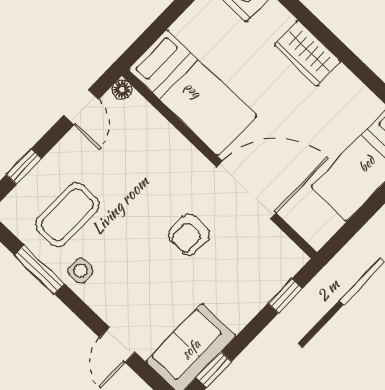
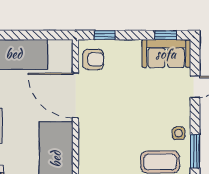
armchair: (189, 235) -> (93, 59), moved

